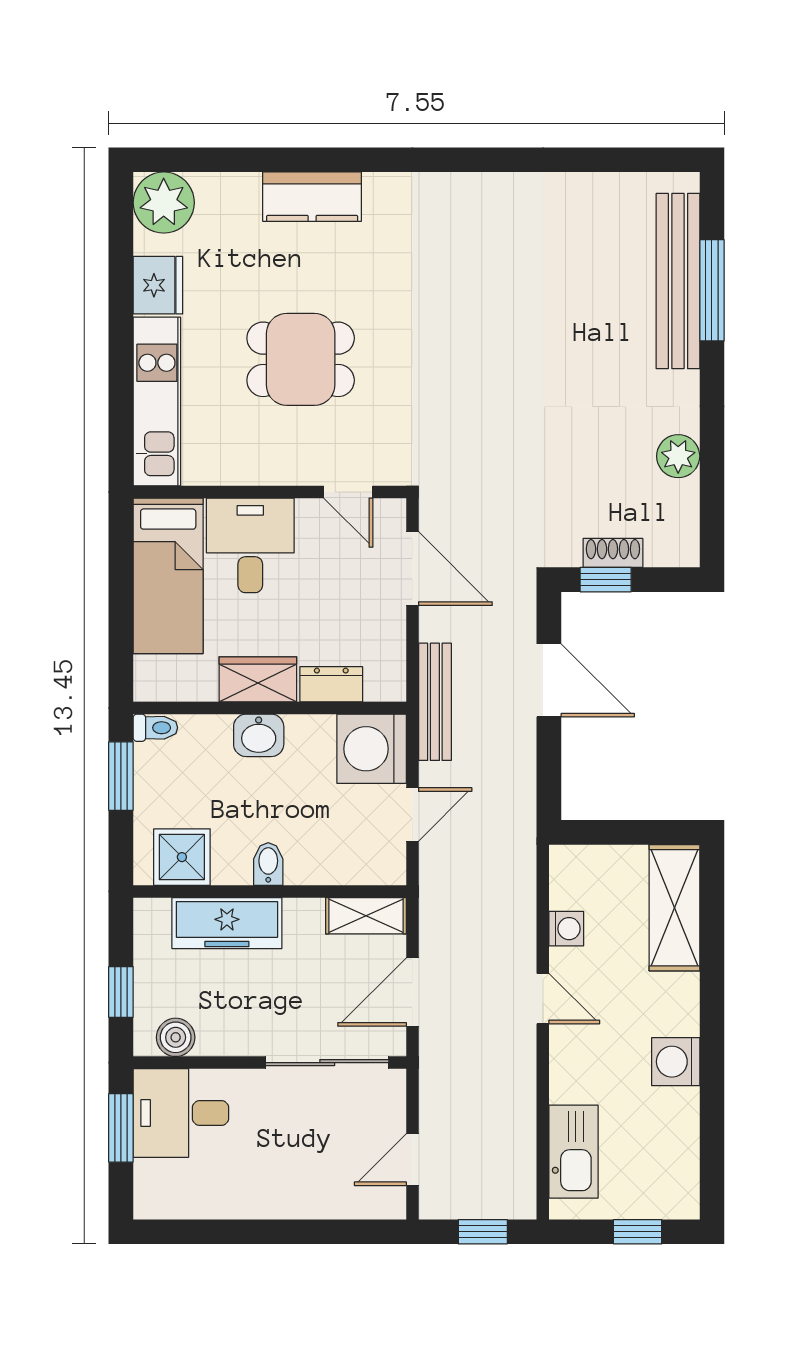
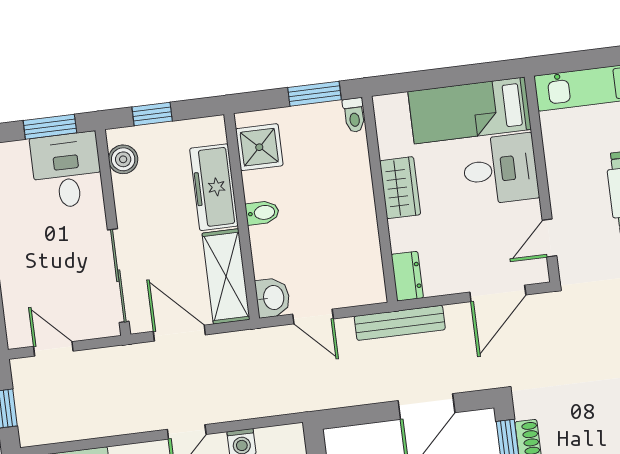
dresser: (331, 684) -> (407, 276), moved
washbasin: (259, 735) -> (273, 298), moved, turned 180
washing machine: (372, 749) -> (358, 280), removed
shelving: (366, 916) -> (226, 276), width x1.50, depth x1.33

